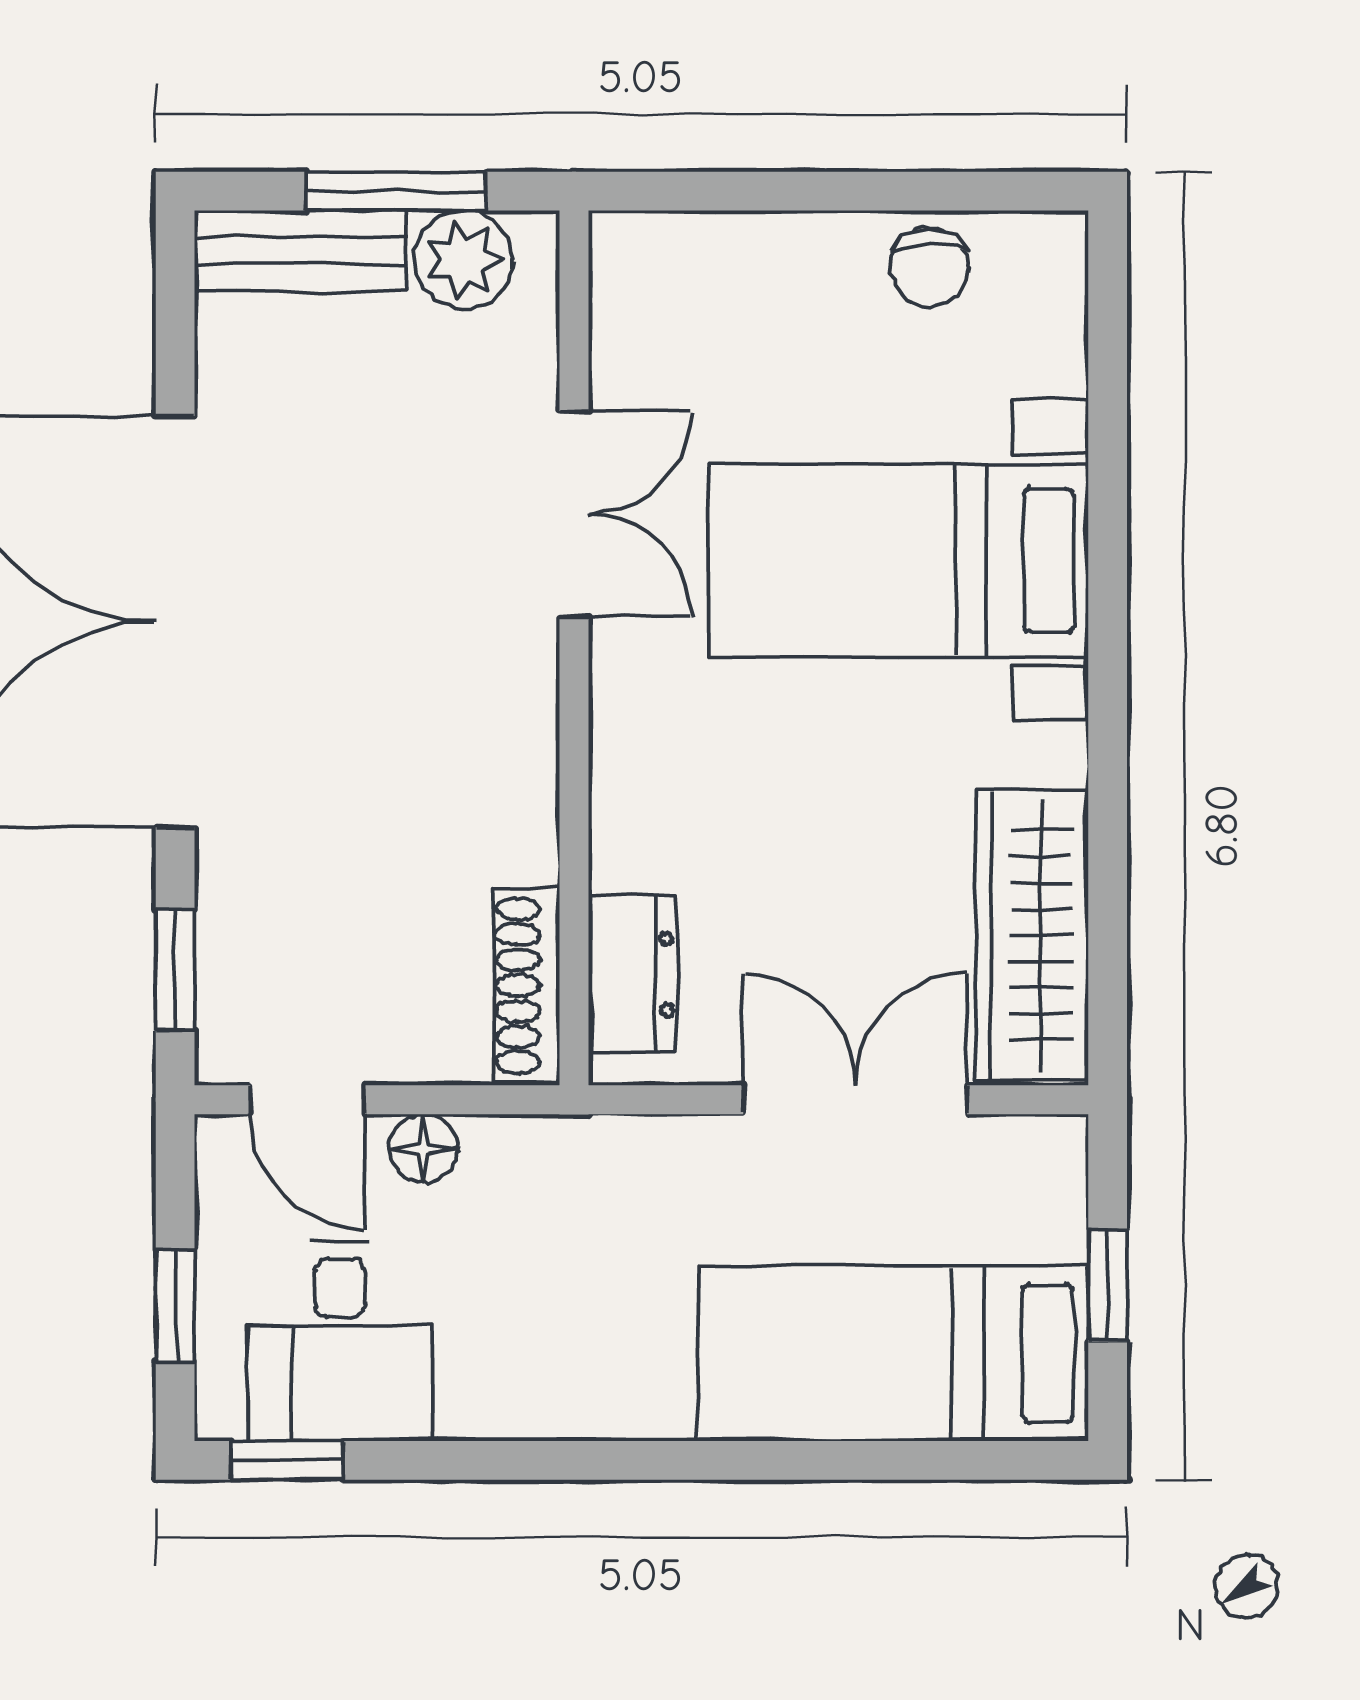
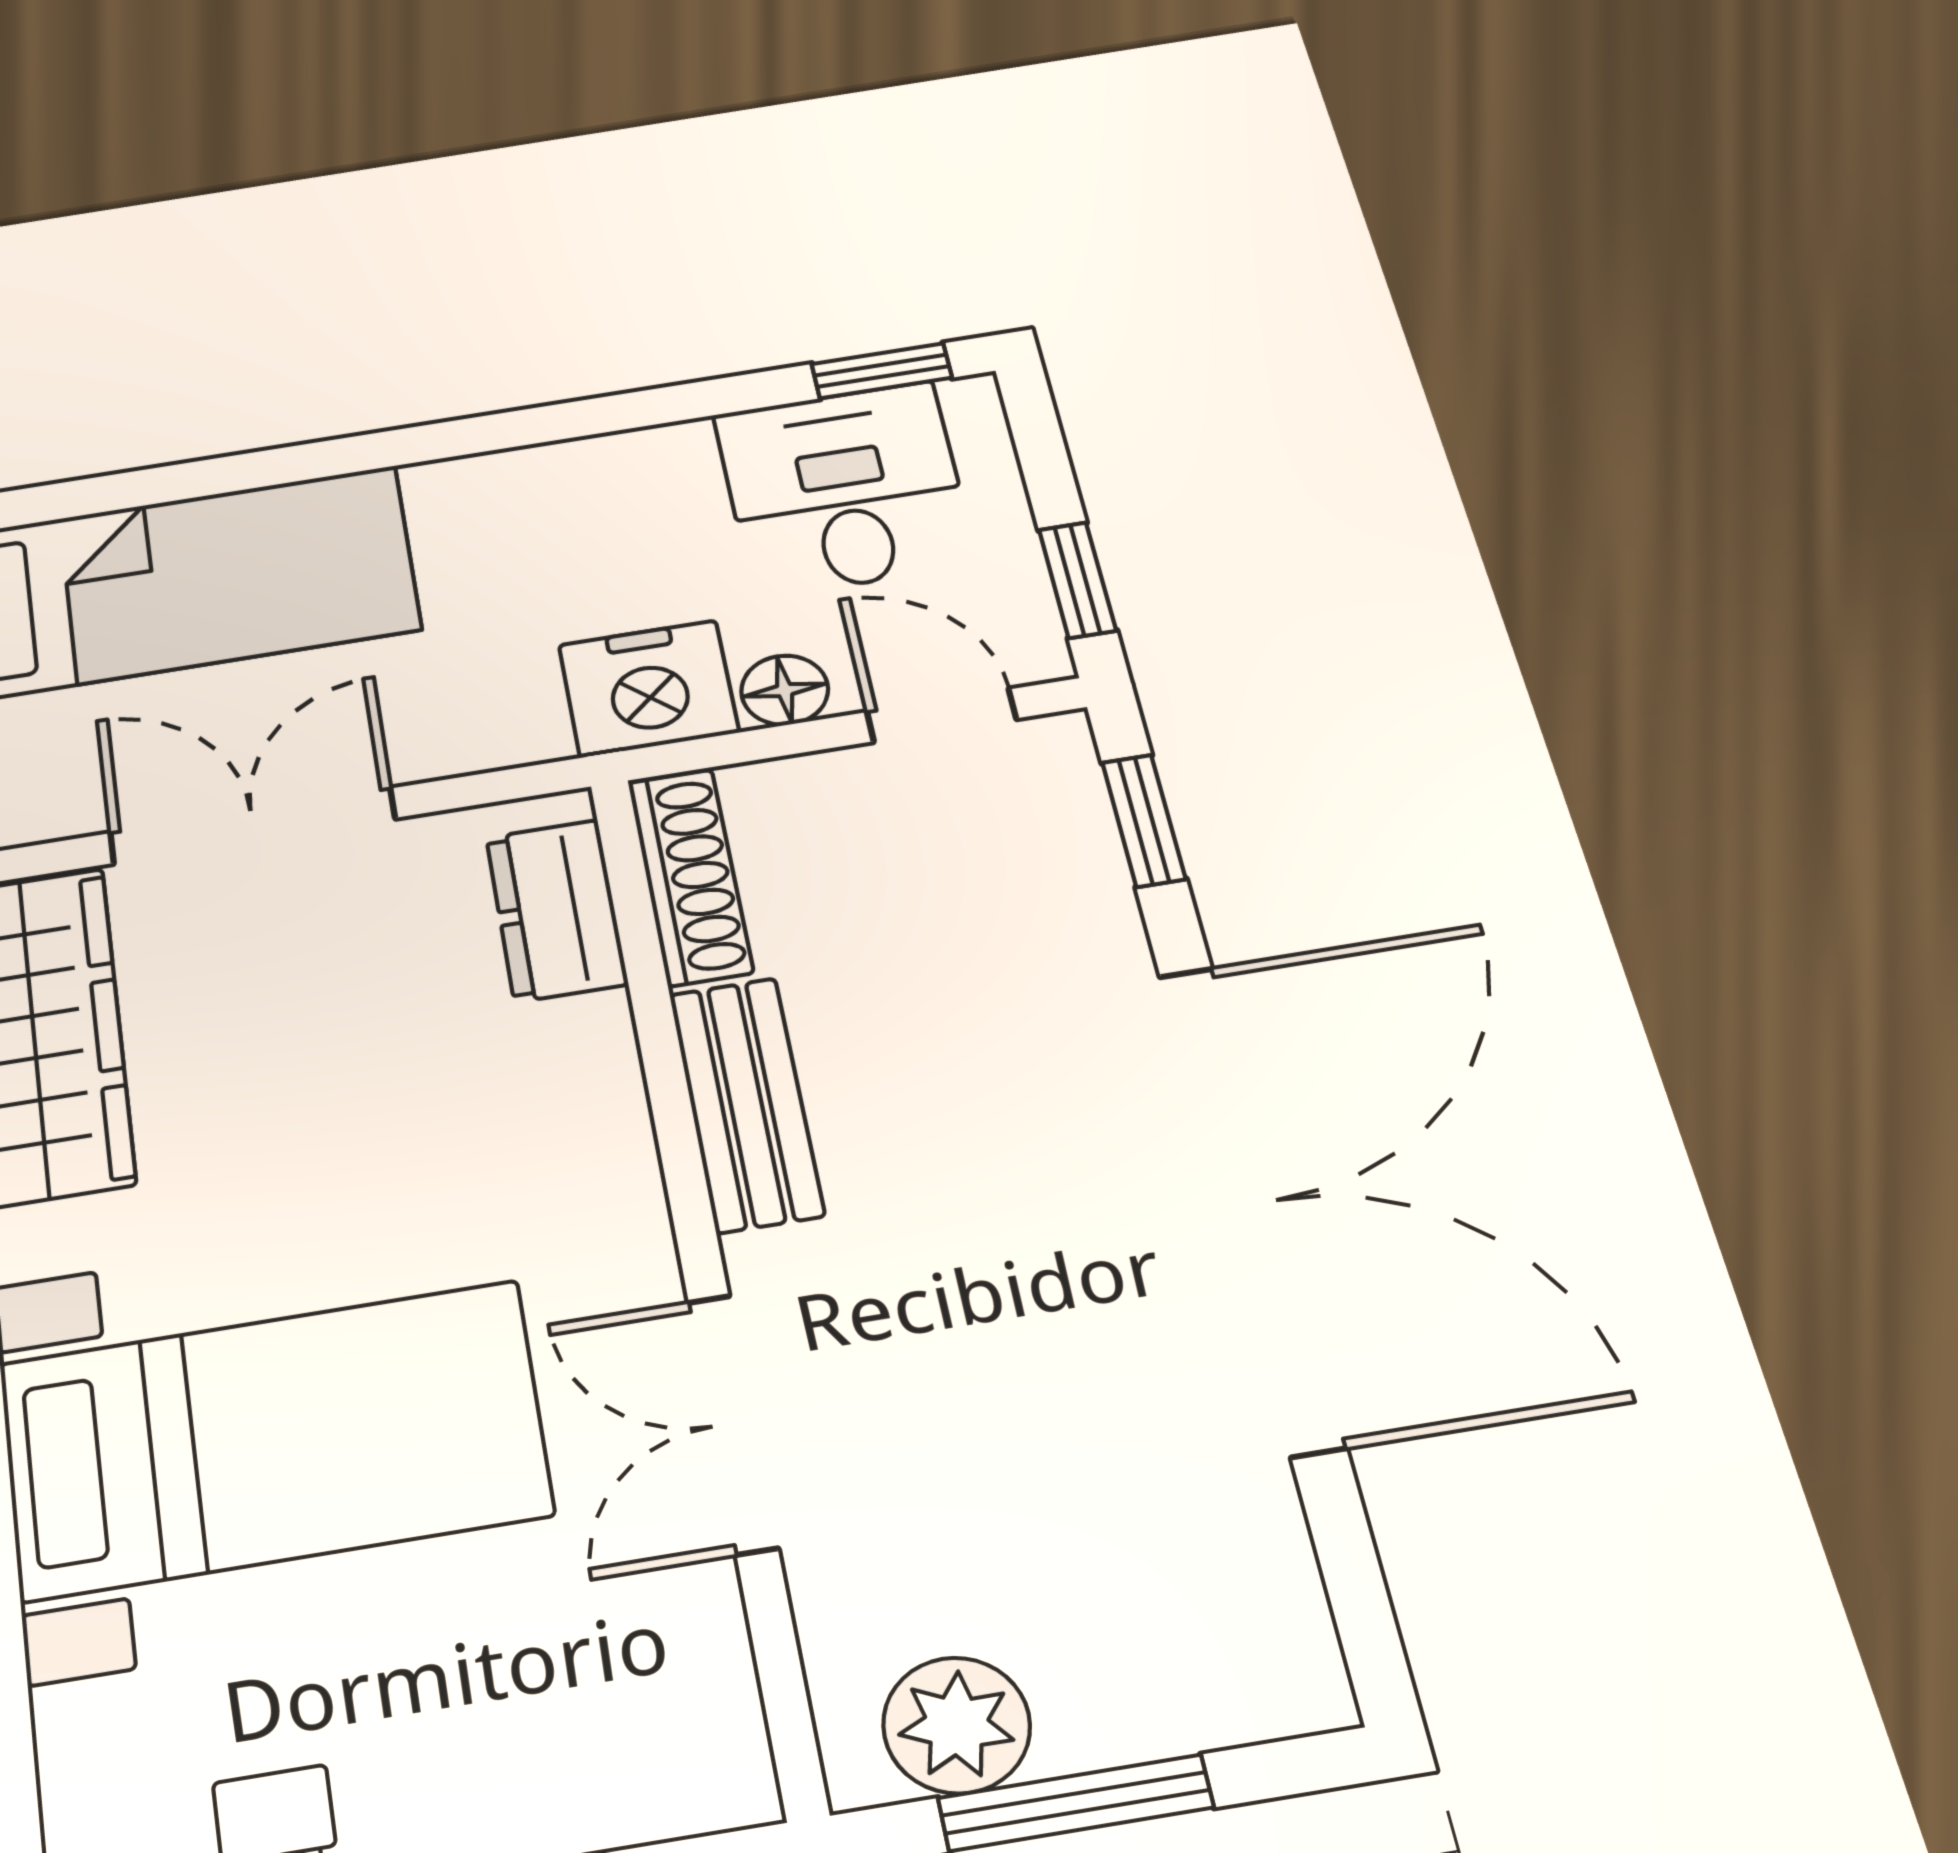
bench: (300, 251) -> (746, 1104), moved, turned 90
double door: (855, 1100) -> (252, 826), swing flipped
nightstand: (529, 1171) -> (648, 689), added
window: (175, 1306) -> (1077, 580), moved

